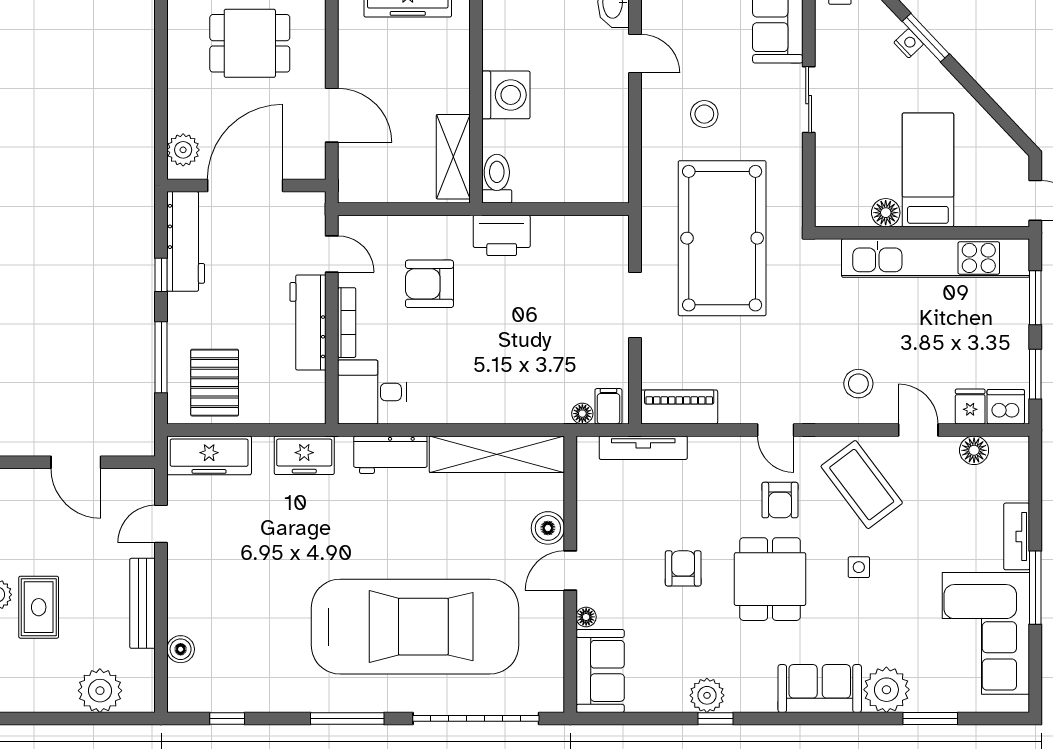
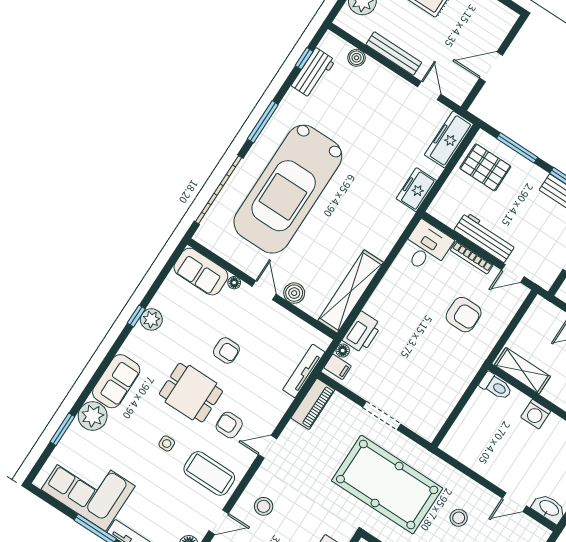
washing machine: (506, 95) -> (536, 414), width x0.73, depth x0.73
printer: (502, 235) -> (362, 332), moved, turned 180
armchair: (429, 284) -> (464, 315), turned 90
workbench: (390, 455) -> (313, 73), moved, turned 180
coffee table: (862, 485) -> (209, 473), turned 37

